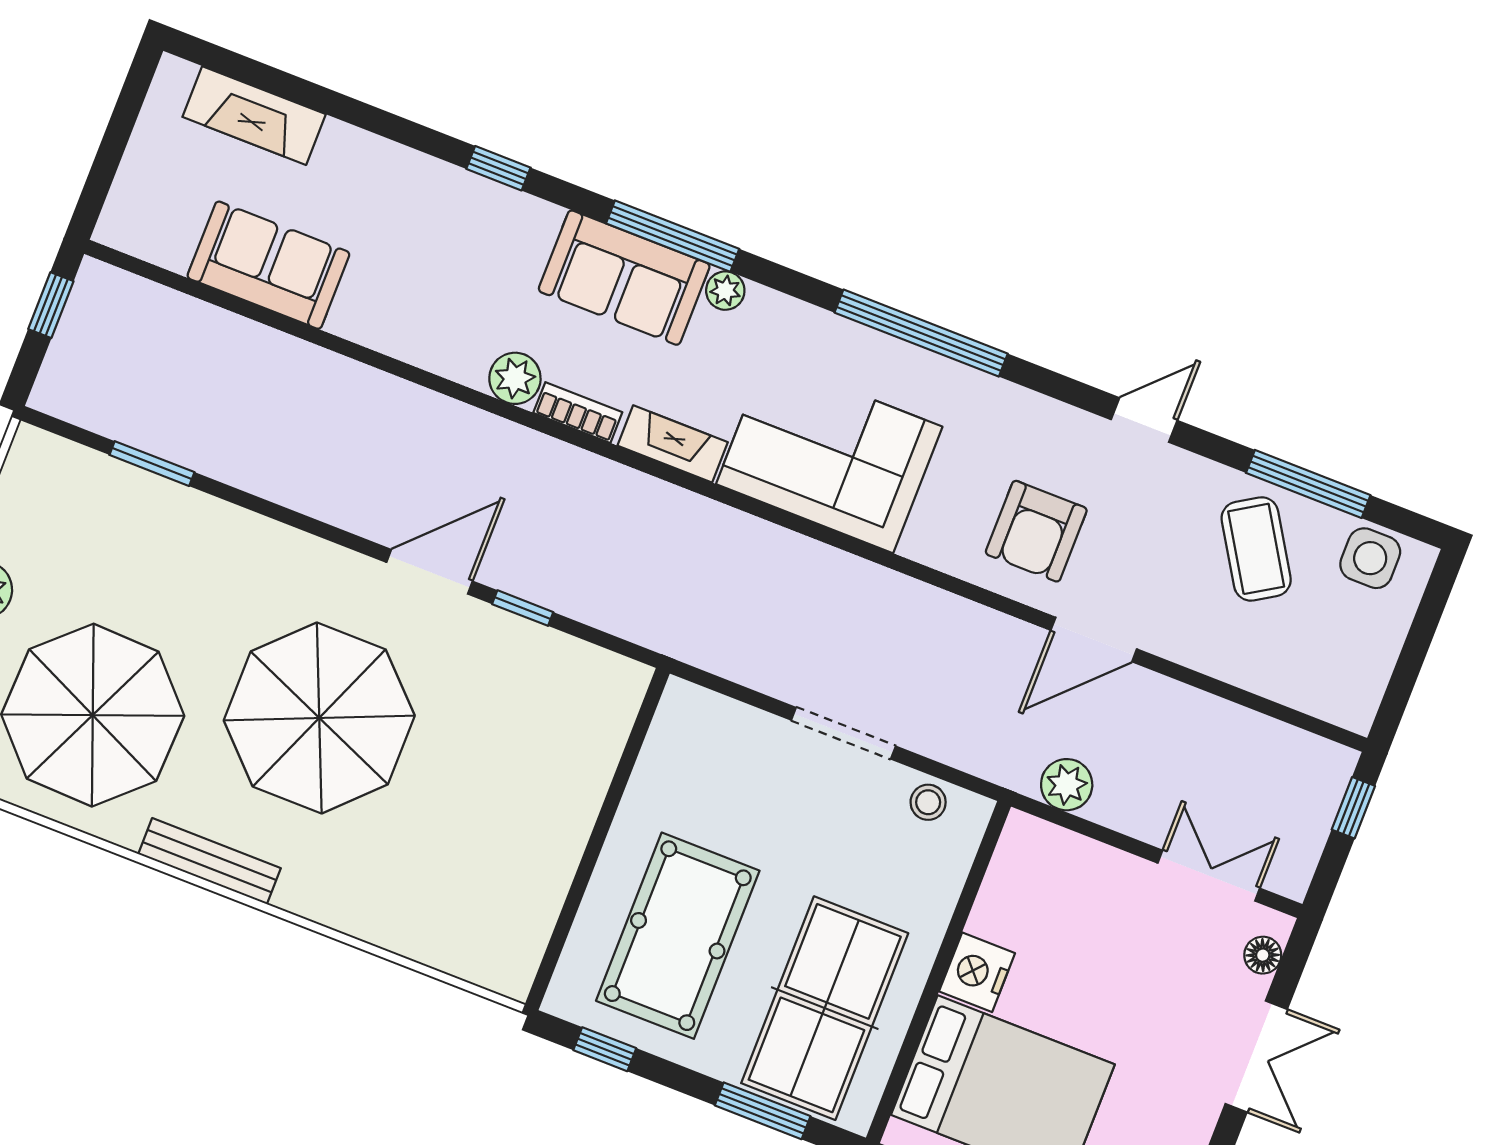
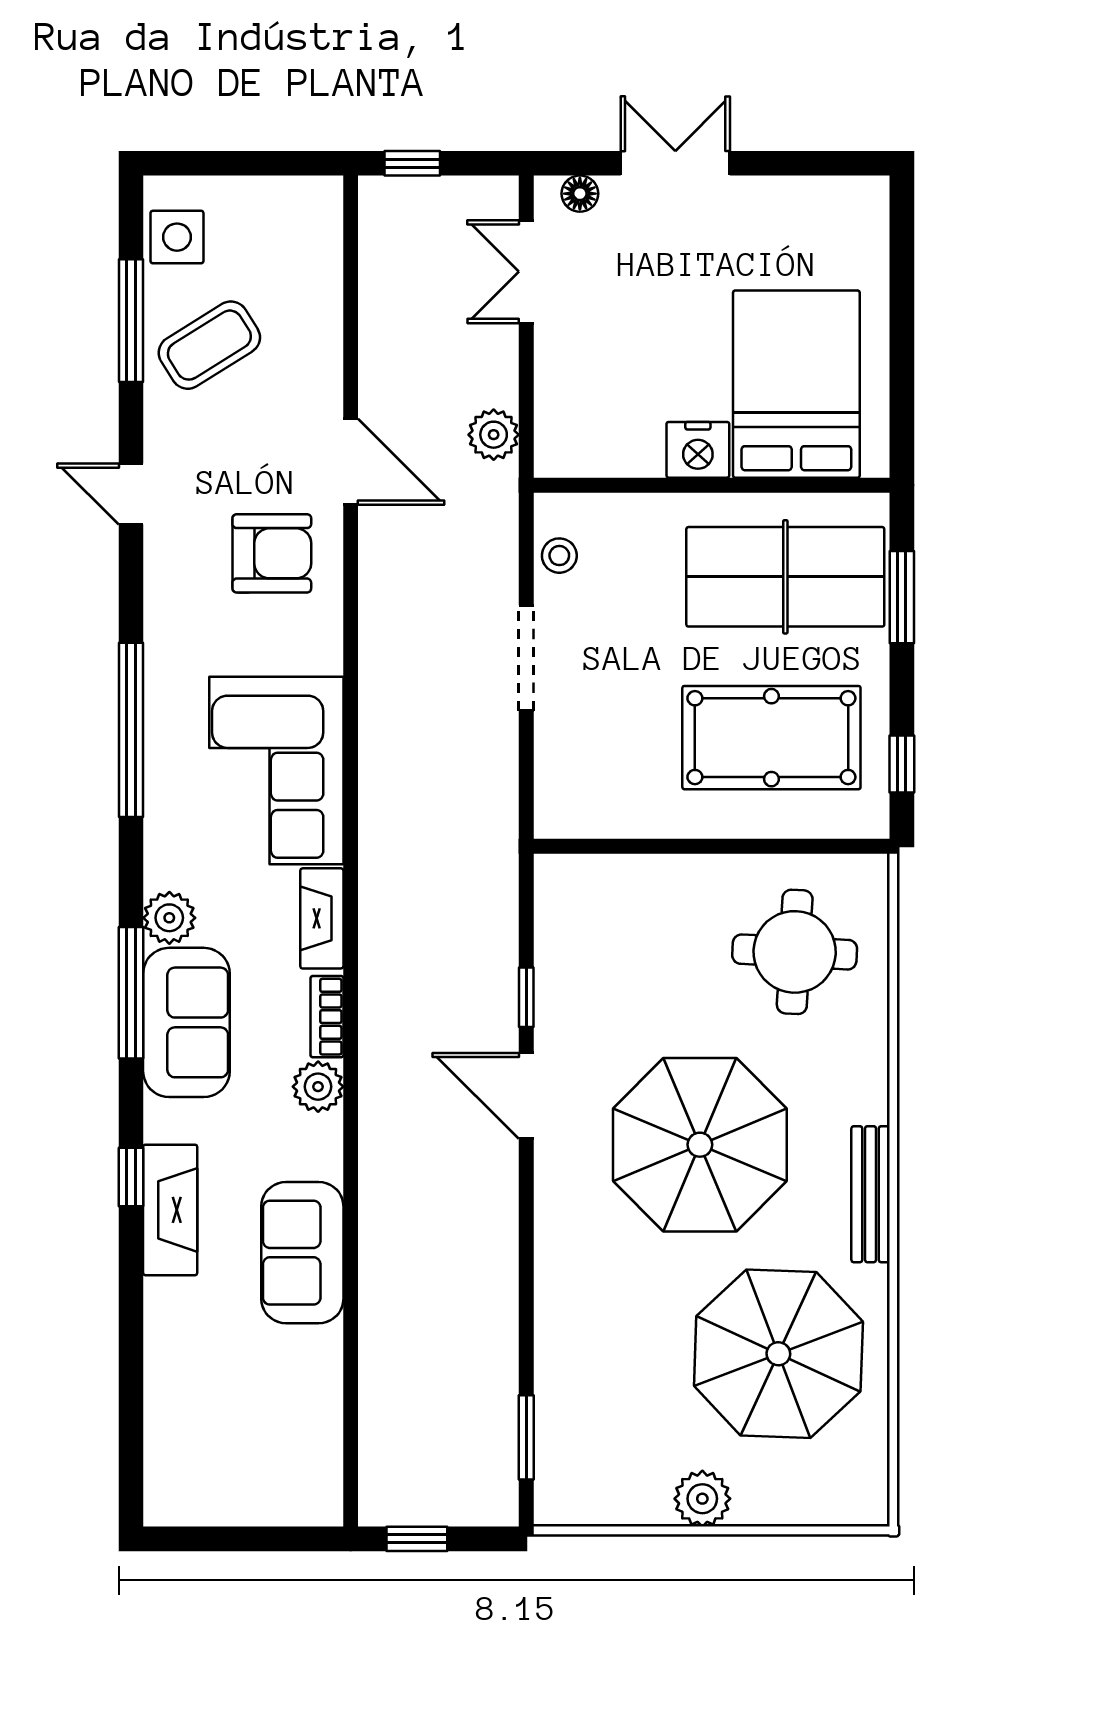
fireplace: (254, 116) -> (170, 1210), moved
sofa: (268, 265) -> (302, 1253), moved
plant: (725, 291) -> (169, 918), width x1.38, depth x1.38
window: (152, 464) -> (526, 1437), moved
round table: (467, 879) -> (795, 952), added

